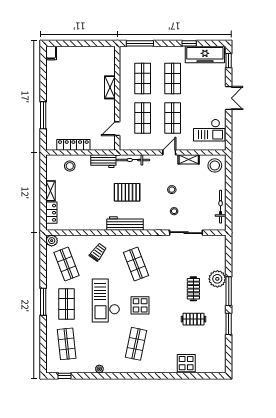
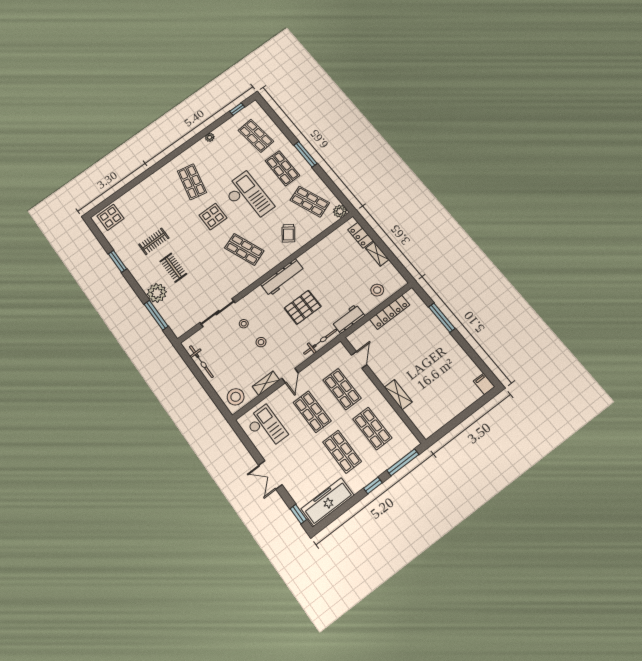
window: (189, 43) -> (373, 485), moved
checkout: (209, 130) -> (266, 427), turned 90
window: (229, 291) -> (156, 315), moved
display table: (186, 363) -> (110, 217), moved

